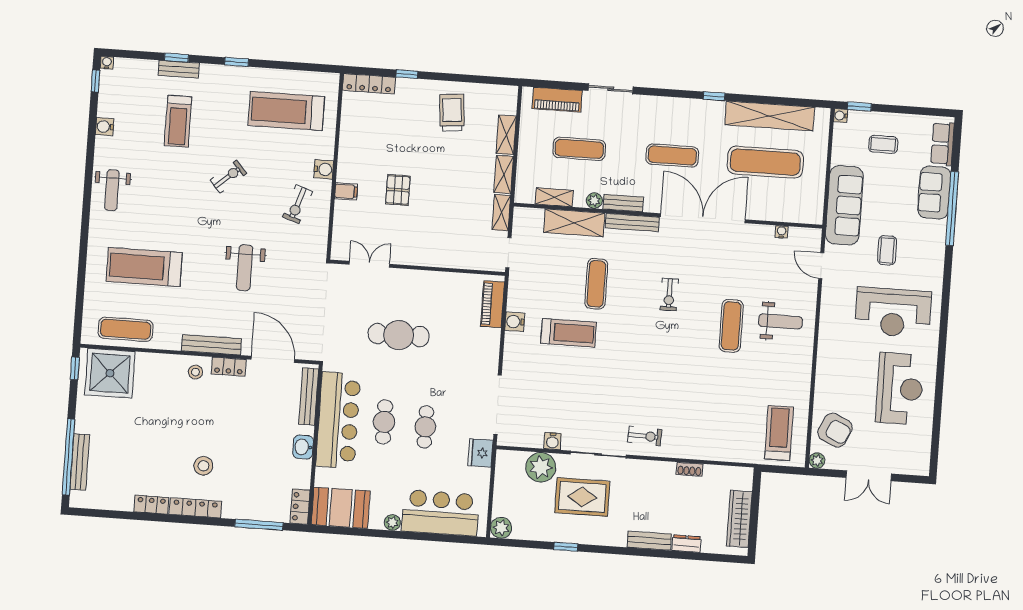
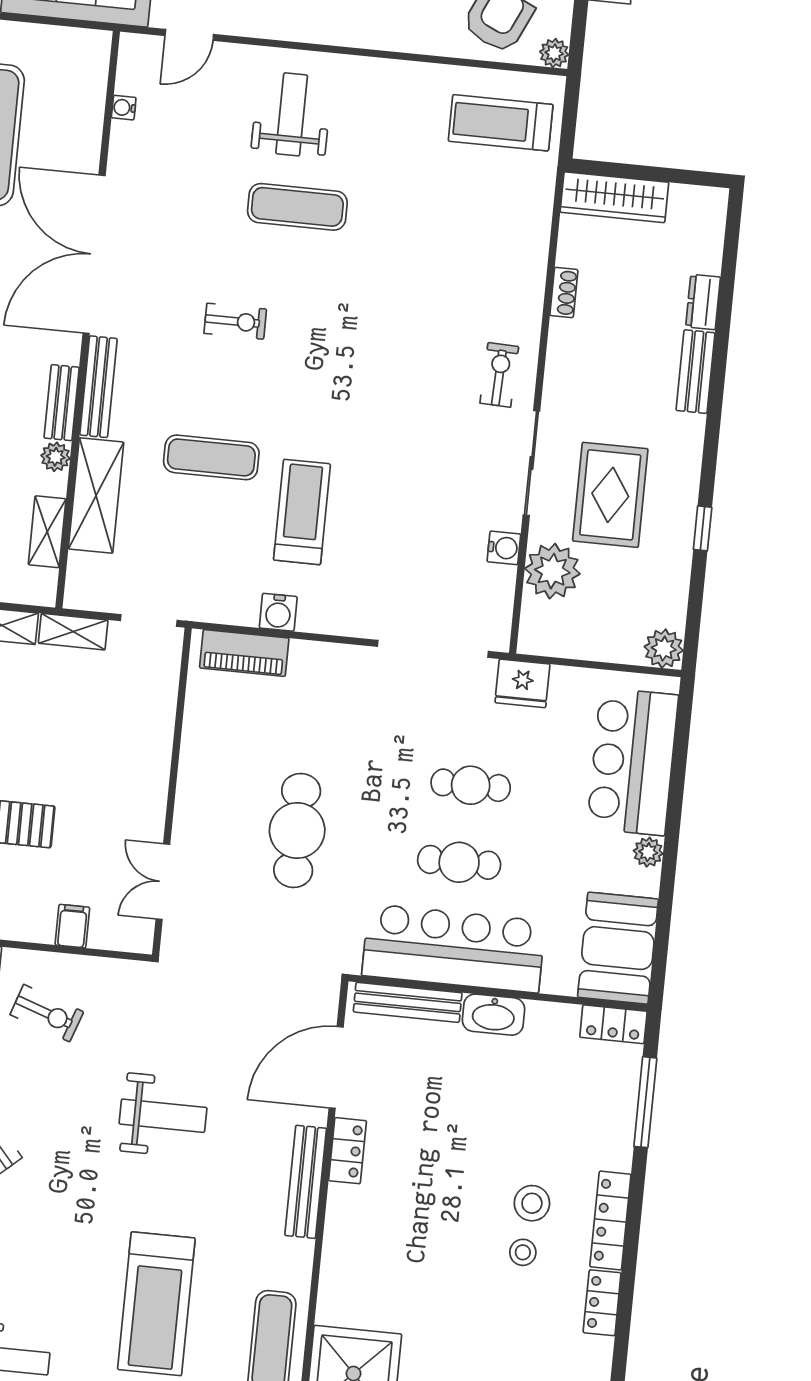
filing cabinet: (346, 191) -> (72, 926), moved
stool: (195, 372) -> (523, 1252), moved
washbasin: (303, 447) -> (493, 1015), width x1.38
wardrobe: (739, 519) -> (614, 197), moved

